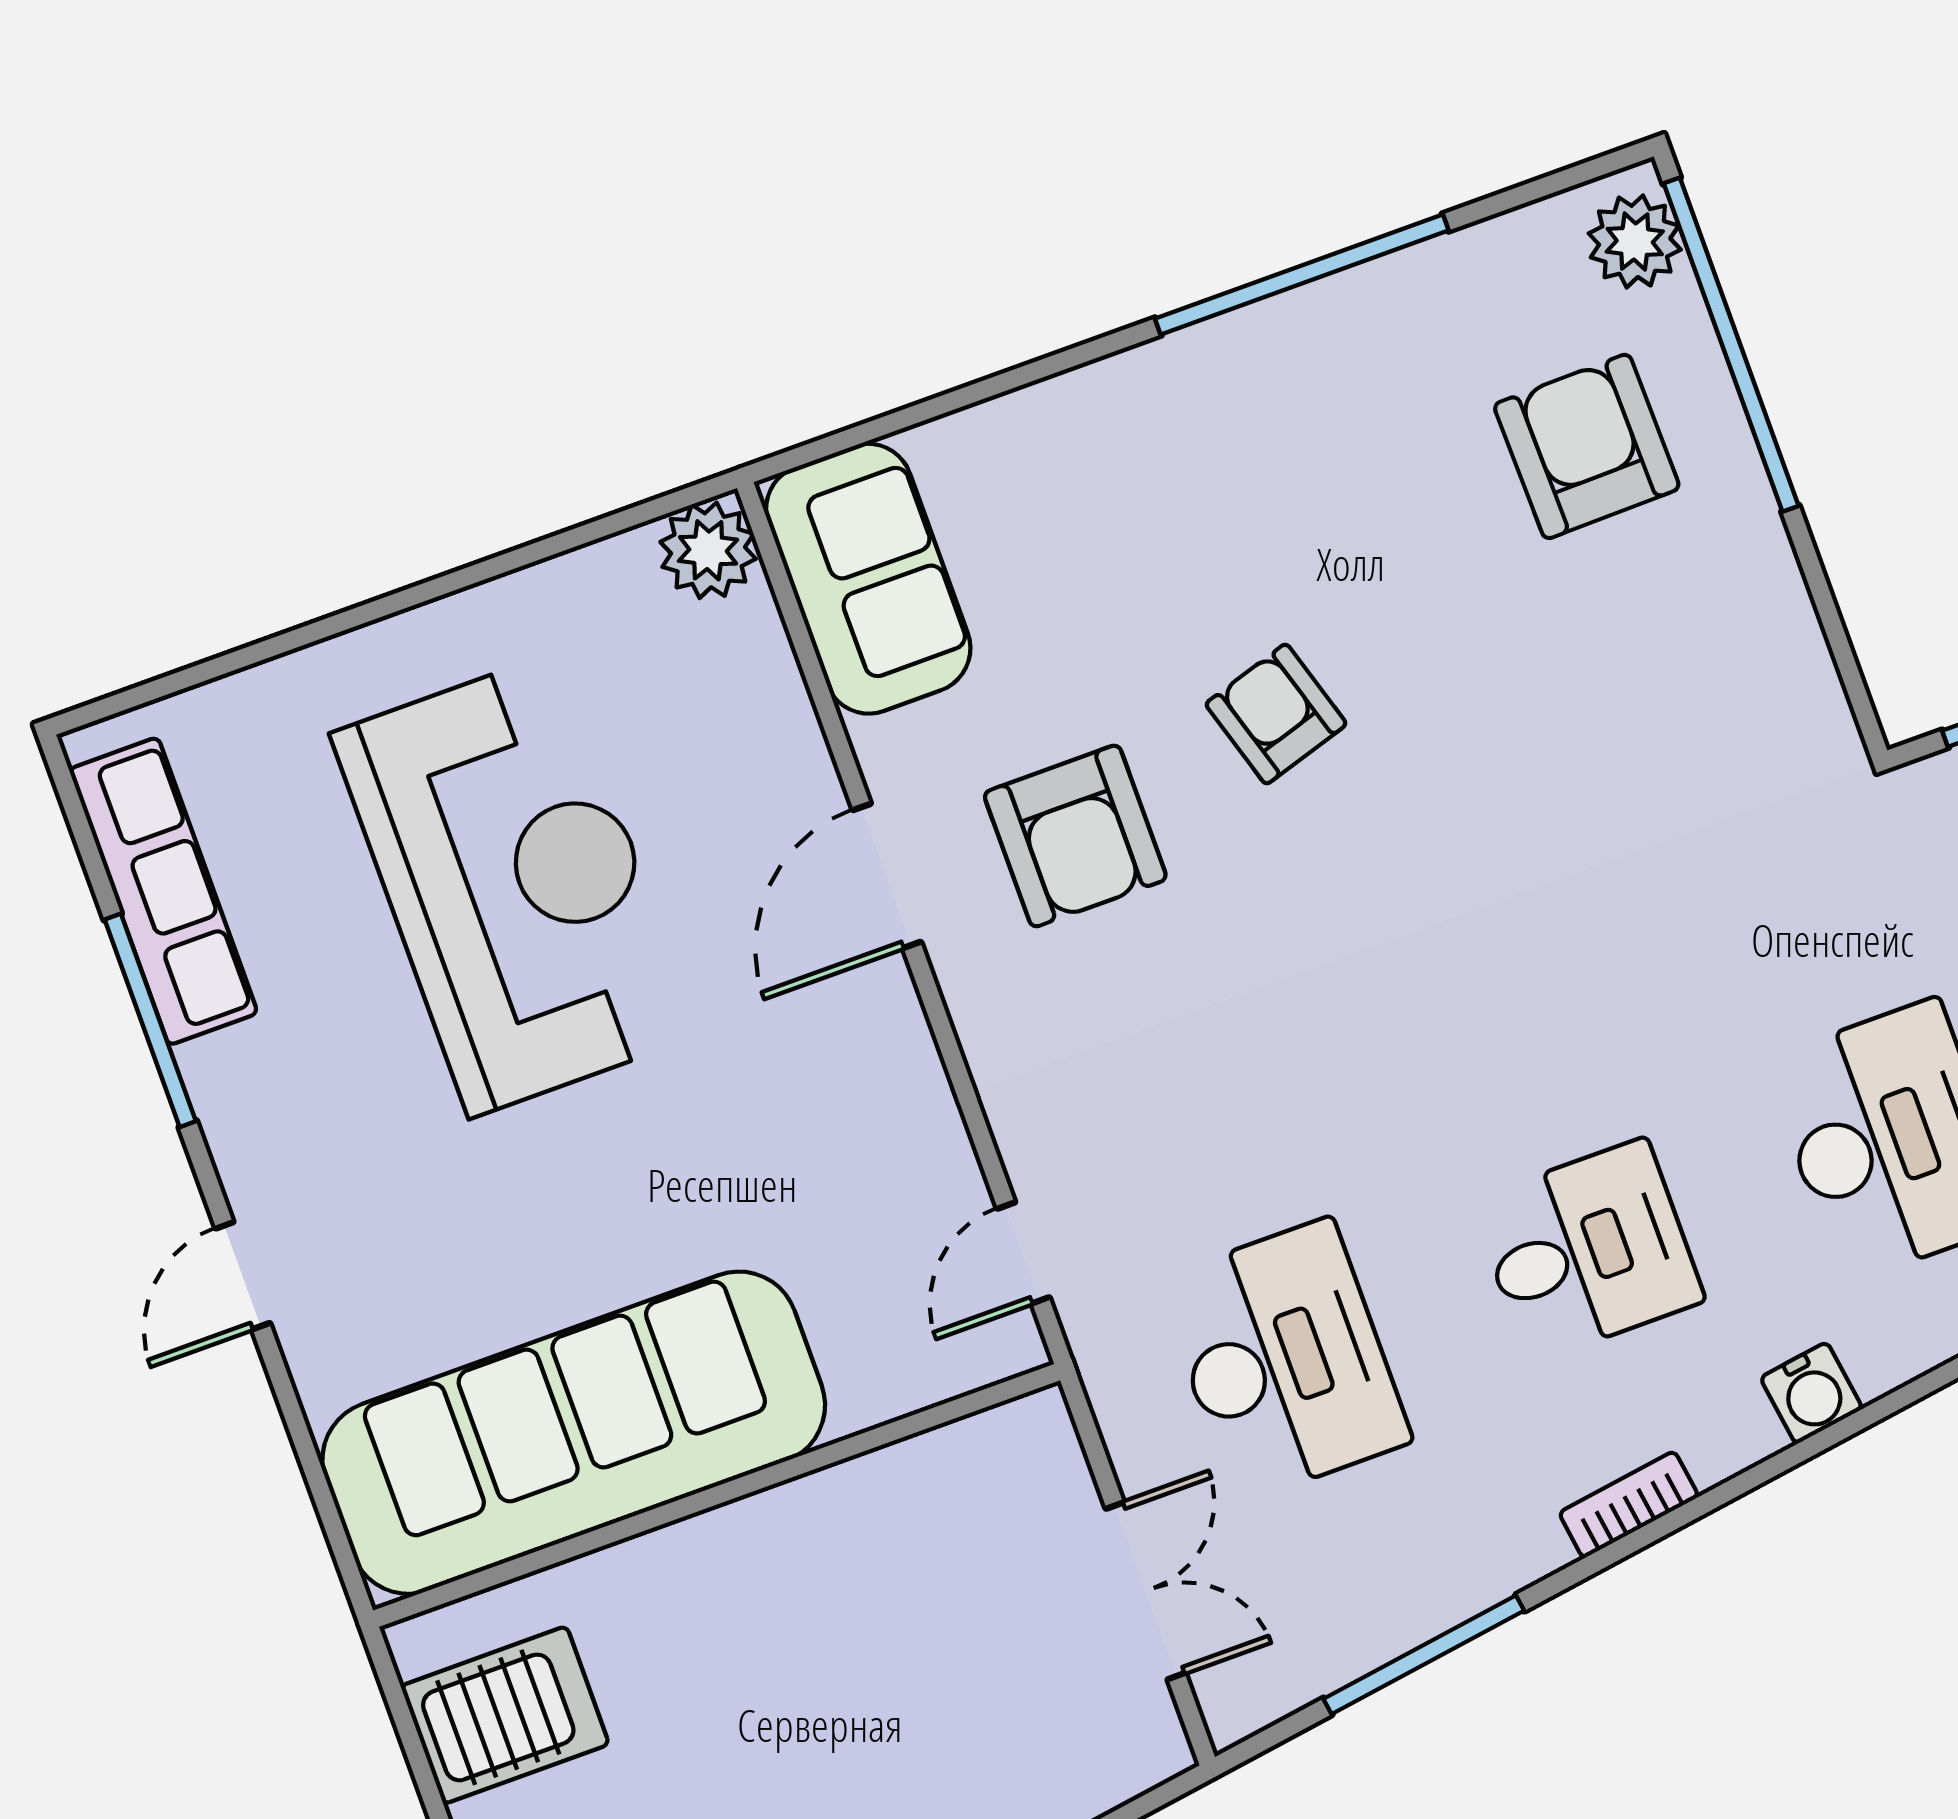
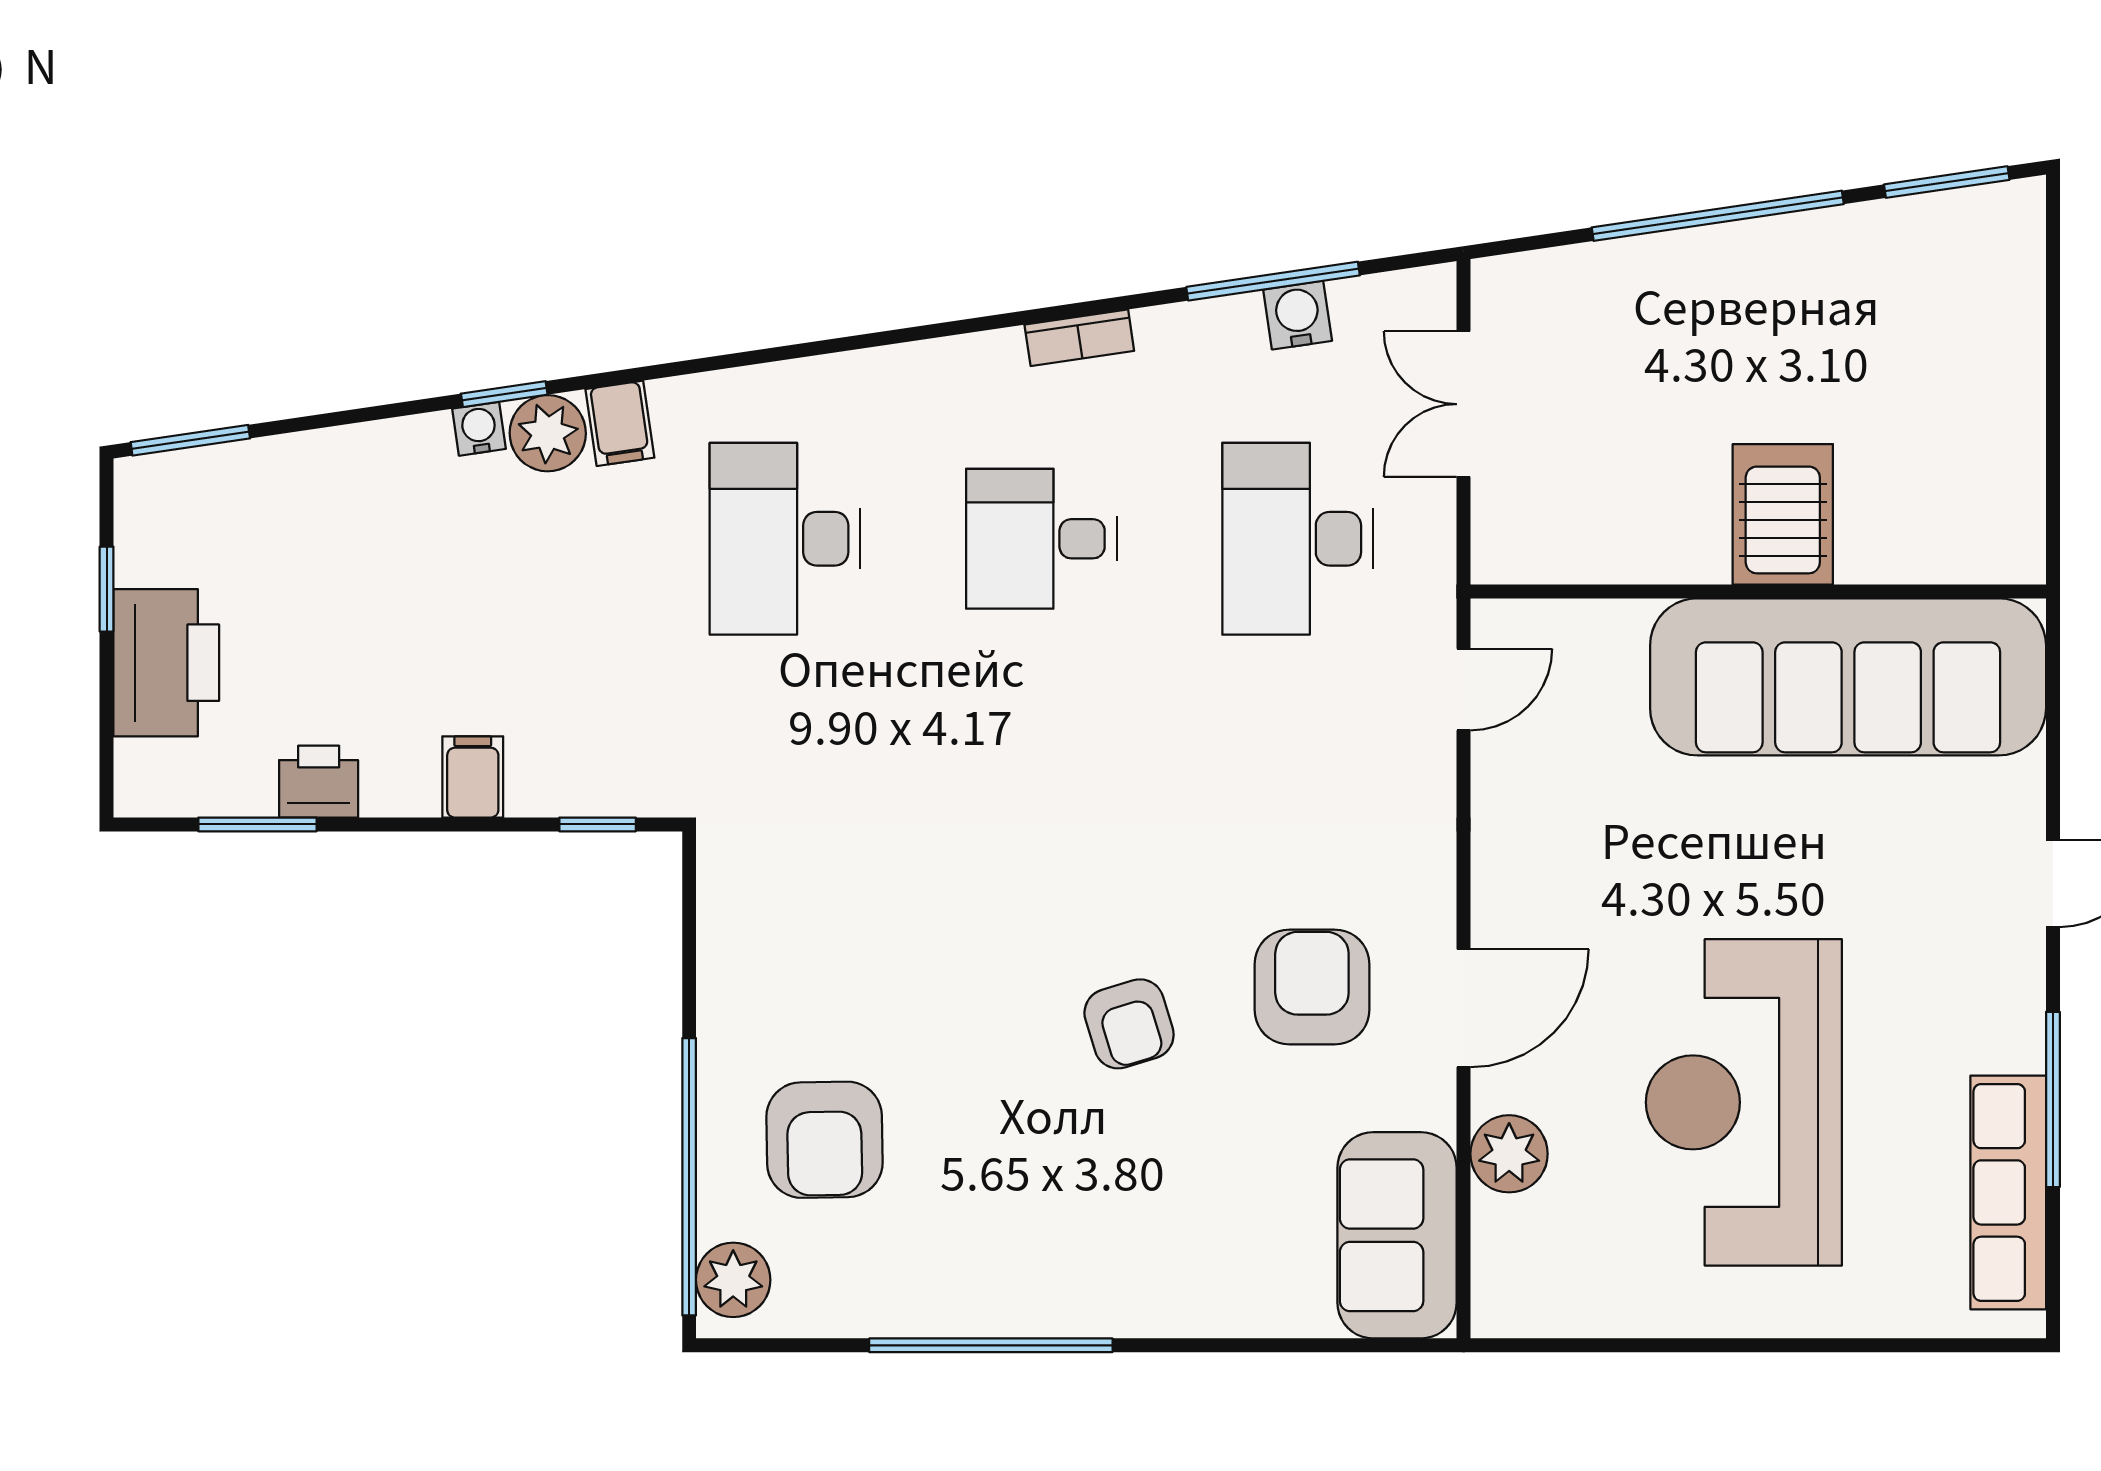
plant: (708, 550) -> (1509, 1154), moved
water cooler: (1811, 1393) -> (1298, 315), moved
server rack: (505, 1715) -> (1783, 514), moved, turned 90

